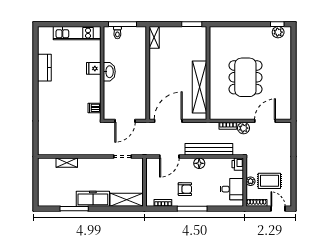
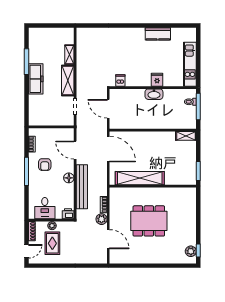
shelving: (127, 200) -> (68, 81), moved

